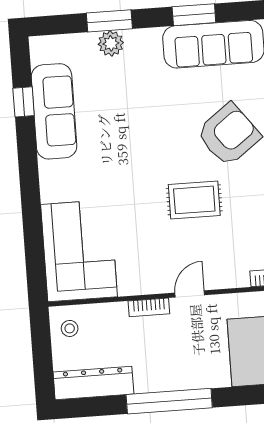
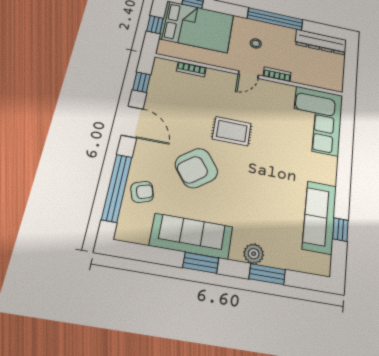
plant: (111, 43) -> (254, 254), moved
stool: (70, 328) -> (256, 43), moved

